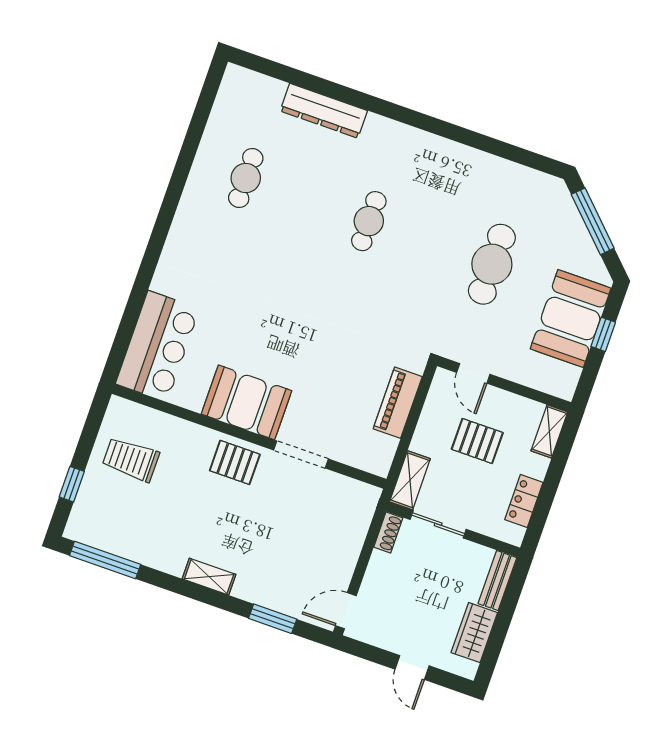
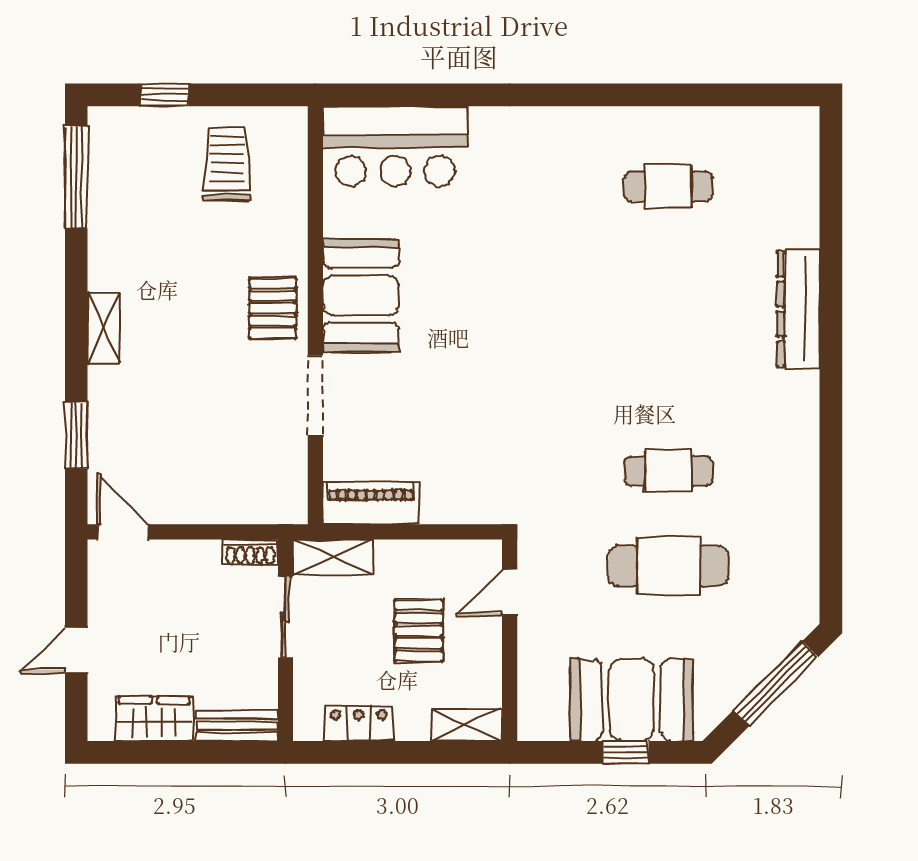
dresser: (324, 111) -> (798, 309), moved
cafe table: (369, 221) -> (668, 471), moved
piano: (398, 403) -> (371, 503), moved

